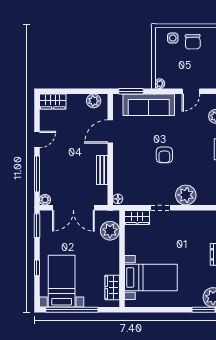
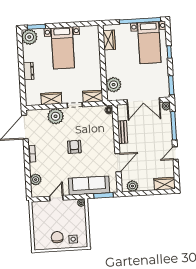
double door: (73, 208) -> (143, 101), swing flipped
wardrobe: (190, 218) -> (51, 99), added
bed with nightstands: (151, 277) -> (63, 48), moved, turned -90

